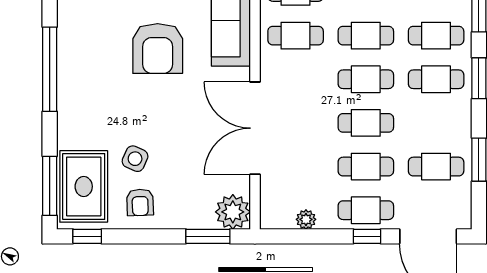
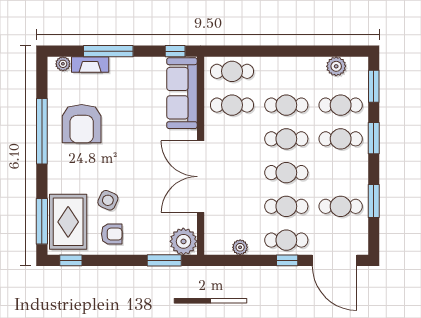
armchair: (158, 49) -> (82, 124), moved
armchair: (140, 202) -> (112, 234), turned -88

